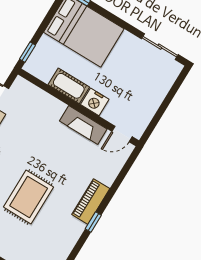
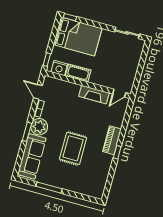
nightstand: (95, 102) -> (59, 68), moved

